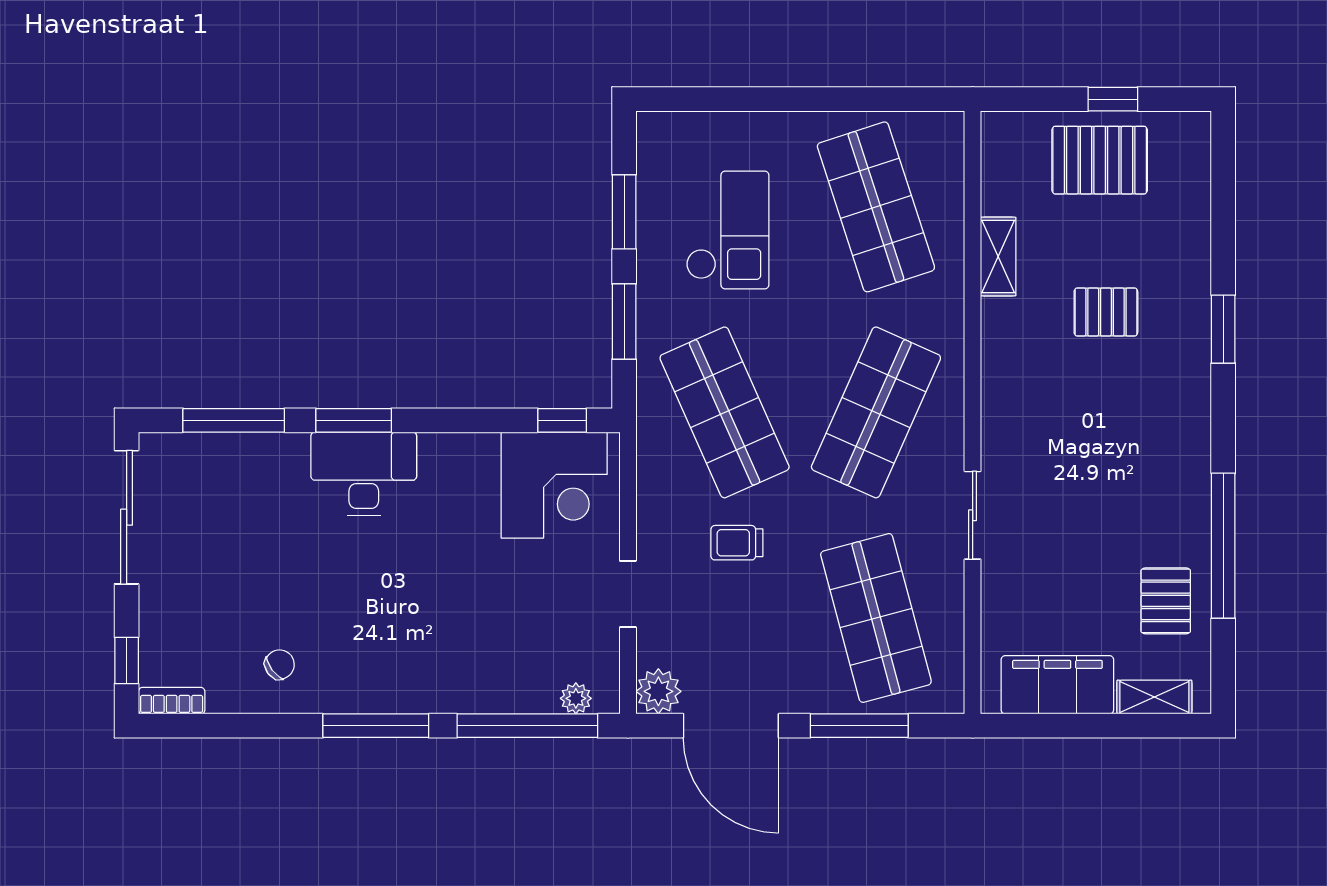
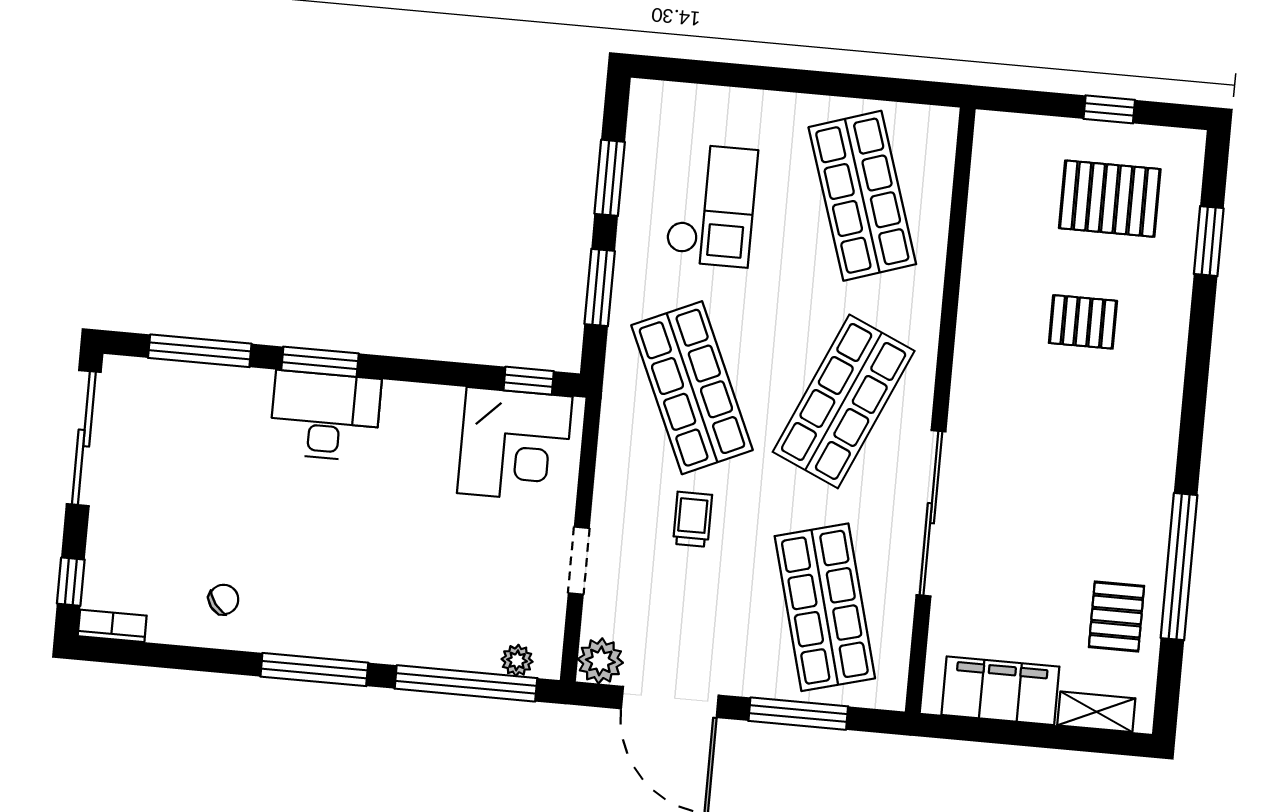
pallet: (1100, 160) -> (1110, 199), moved
shelving: (998, 257) -> (980, 257), removed
window: (1223, 329) -> (1209, 241), moved
sliding door: (973, 515) -> (931, 513), width x1.86
trolley: (737, 543) -> (692, 519), turned 90

